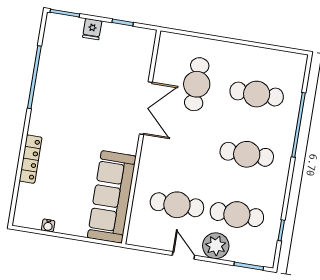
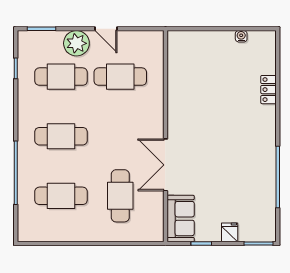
locker: (31, 159) -> (268, 90), width x0.66
sofa: (112, 197) -> (181, 219), moved, width x0.54, depth x0.79

